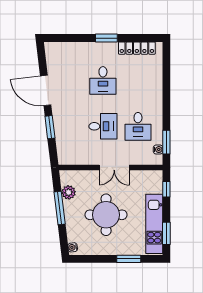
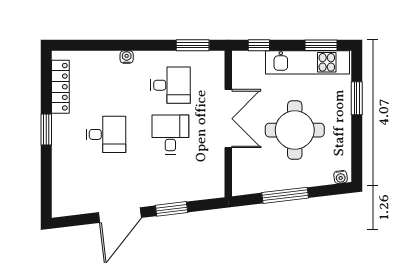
water cooler: (158, 150) -> (127, 57), moved
double door: (114, 167) -> (228, 119), width x1.37
plant: (69, 192) -> (263, 183), removed

